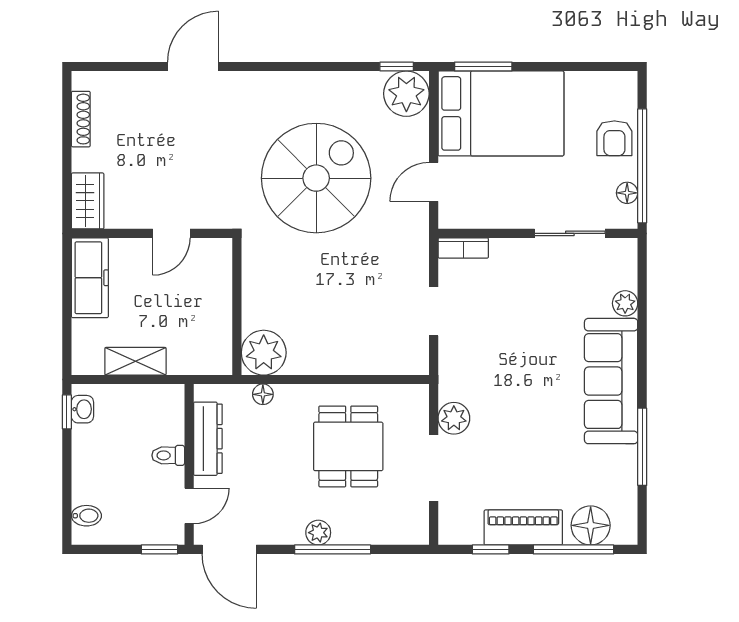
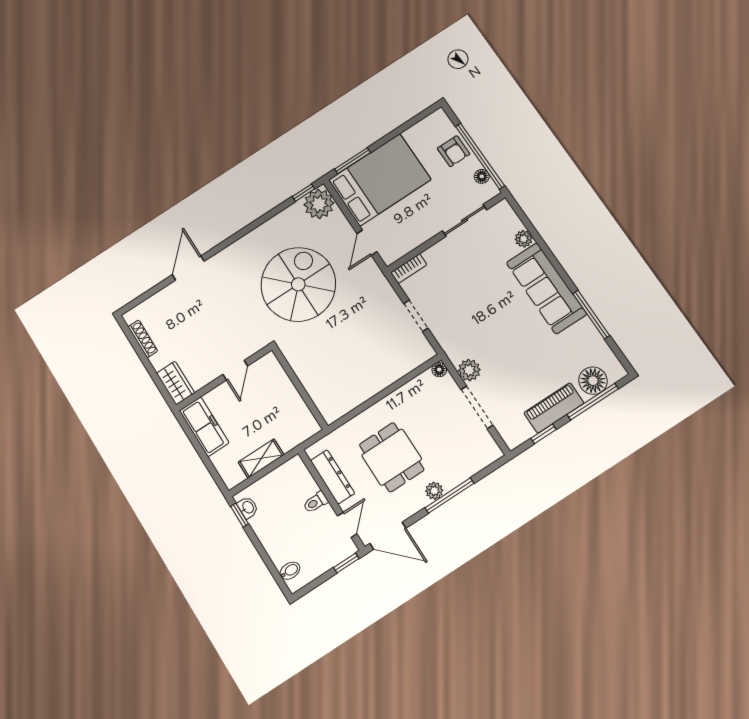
plant: (264, 353) -> (333, 404), removed
floor lamp: (263, 394) -> (439, 370), moved
dining table: (348, 446) -> (392, 457), moved

